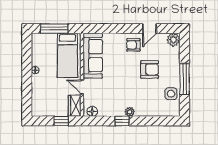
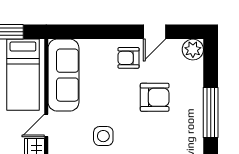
door: (82, 87) -> (46, 125), hinge flipped
side table: (171, 94) -> (103, 136), moved

